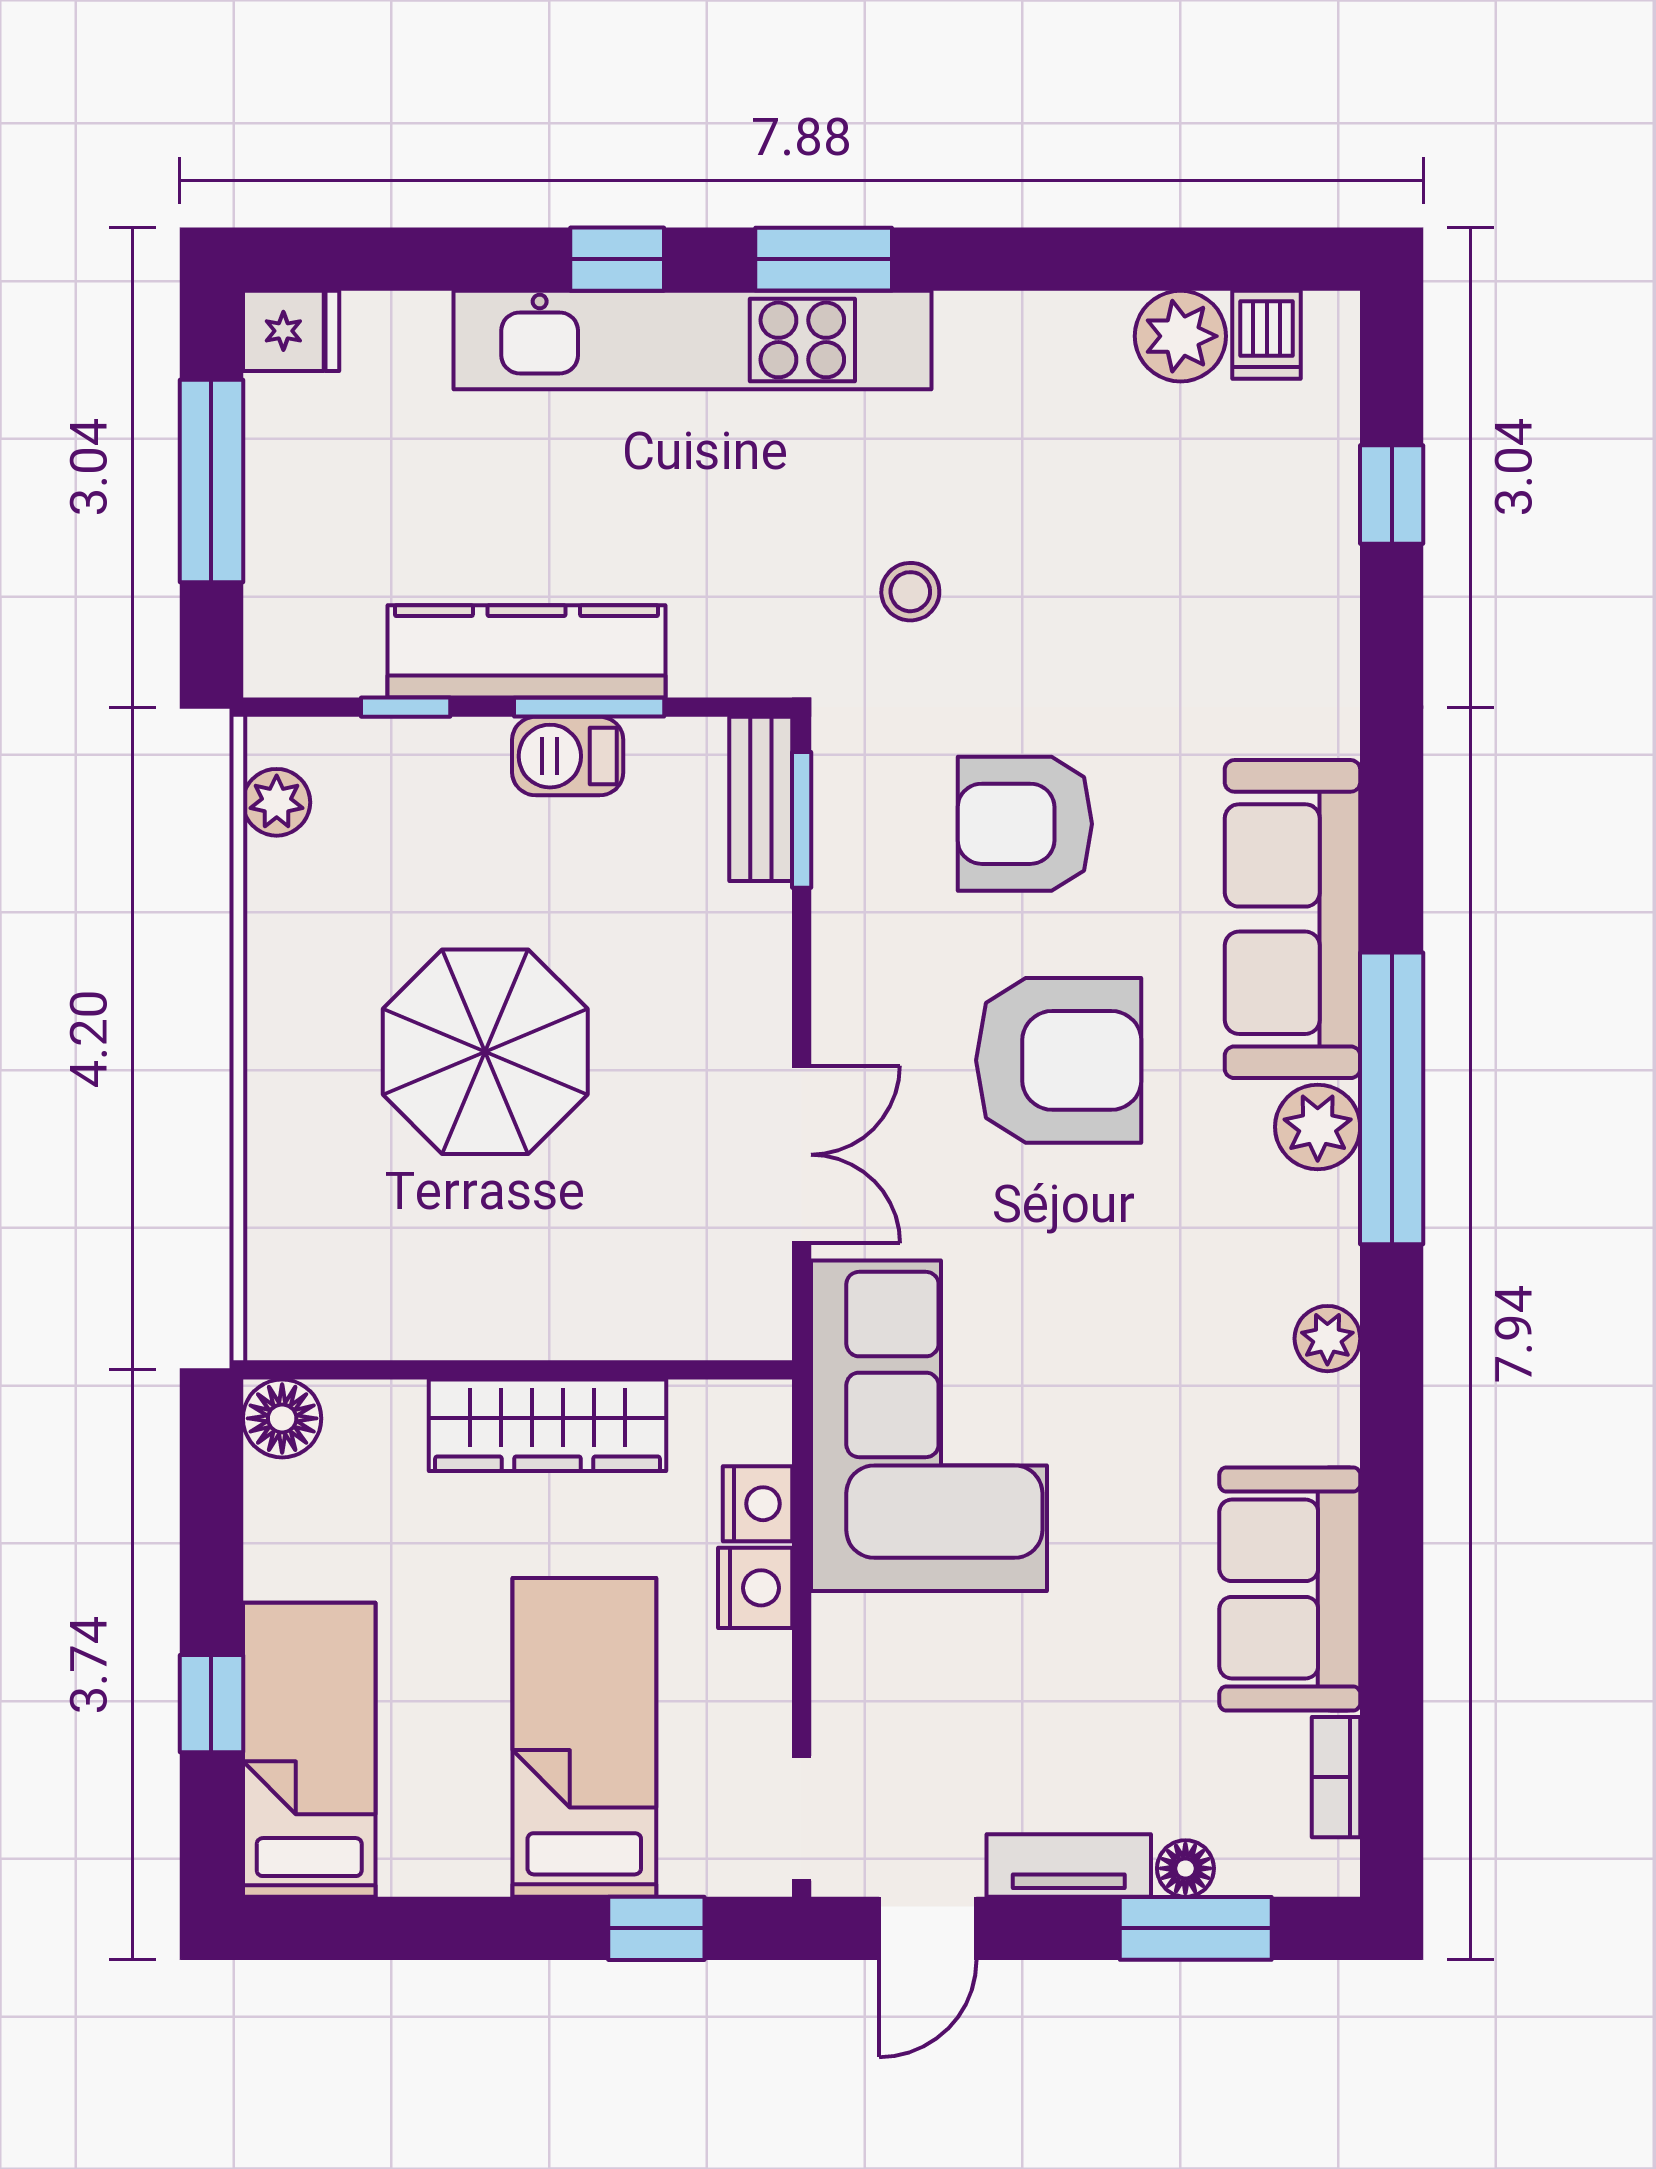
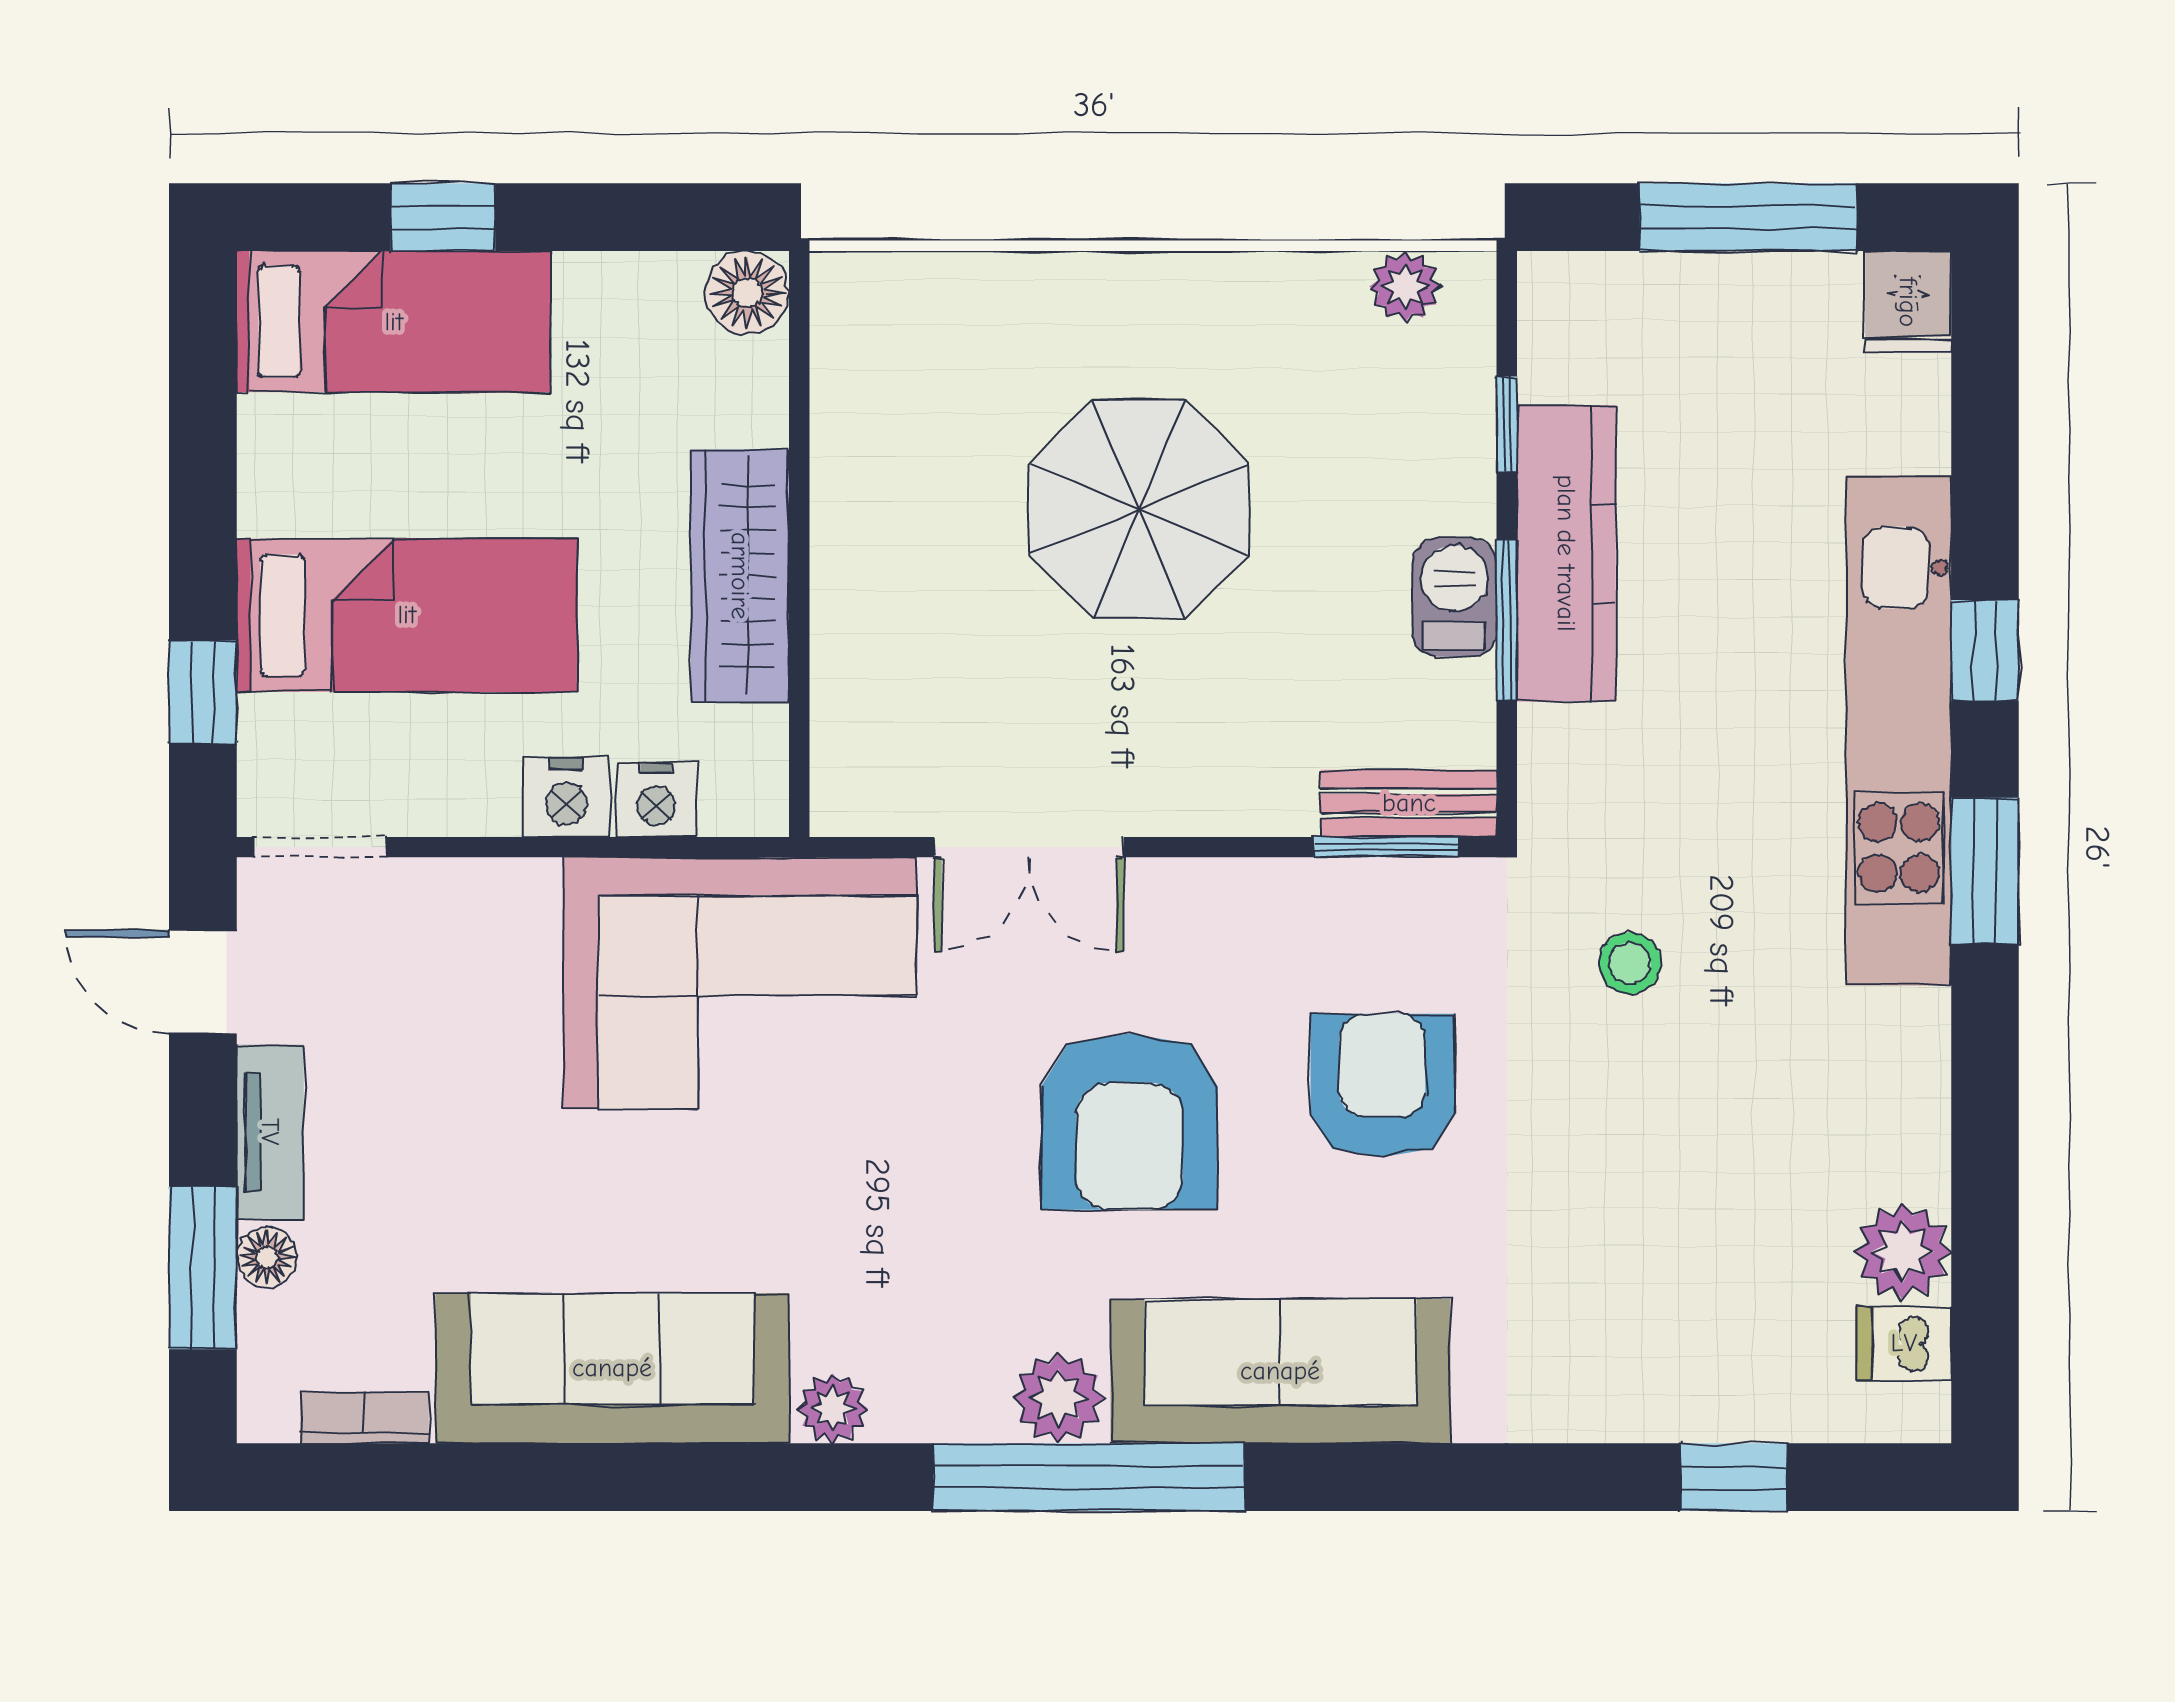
sofa: (1290, 1589) -> (612, 1368), width x1.36

